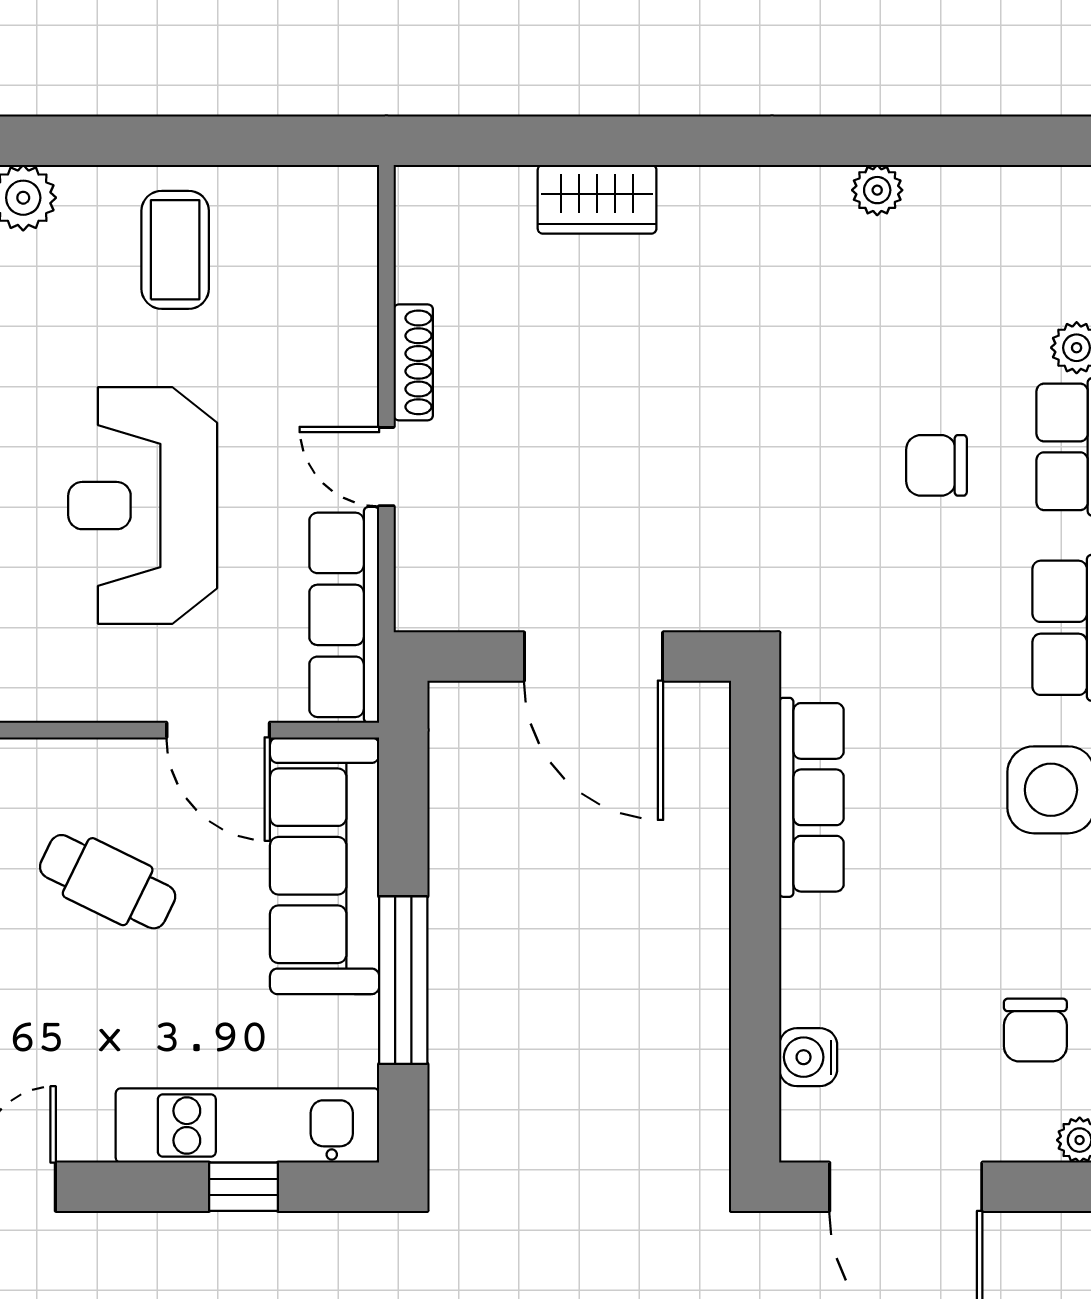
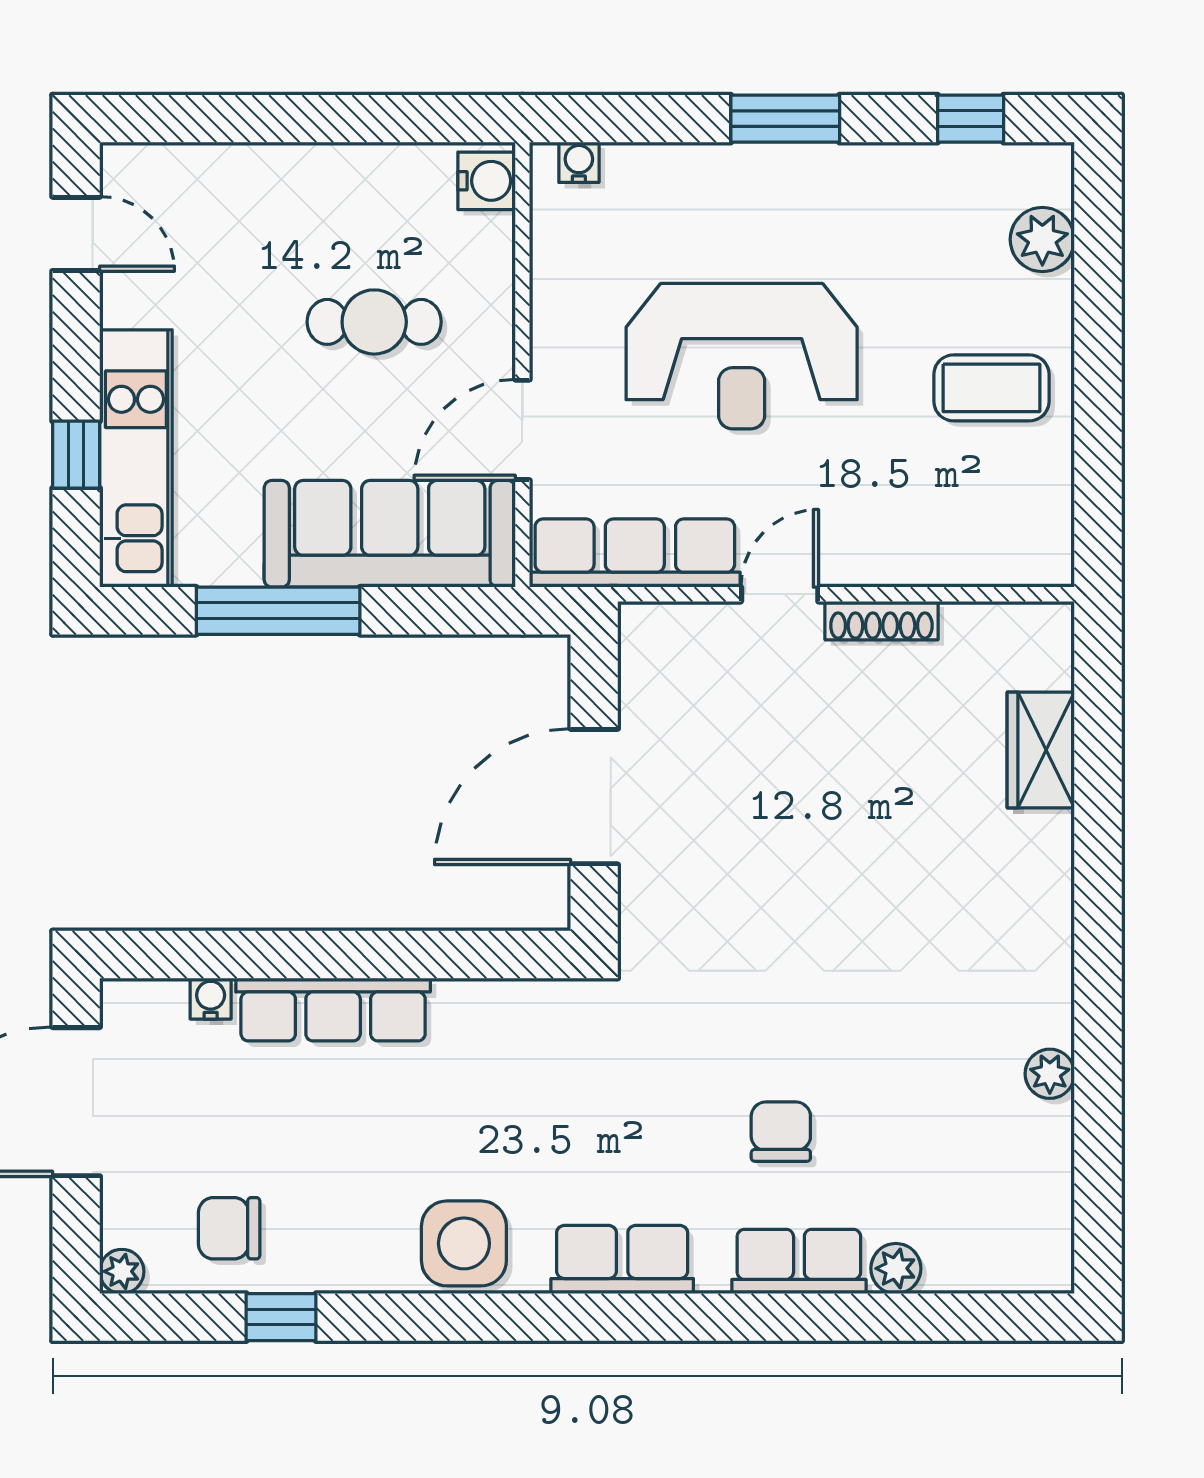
wardrobe: (597, 199) -> (1041, 750), moved
reception desk: (143, 506) -> (742, 356), turned 180
row of seats: (811, 797) -> (333, 1009), moved
cafe table: (108, 882) -> (374, 322), turned 64
water cooler: (808, 1057) -> (211, 999), width x0.72, depth x0.72

